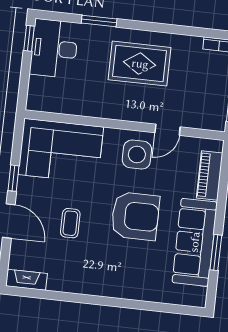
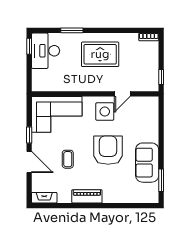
piano: (210, 175) -> (87, 196), moved, turned 90
armchair: (135, 216) -> (108, 150), turned -90
sofa: (195, 242) -> (147, 163), width x0.73
window: (216, 252) -> (161, 180), moved

